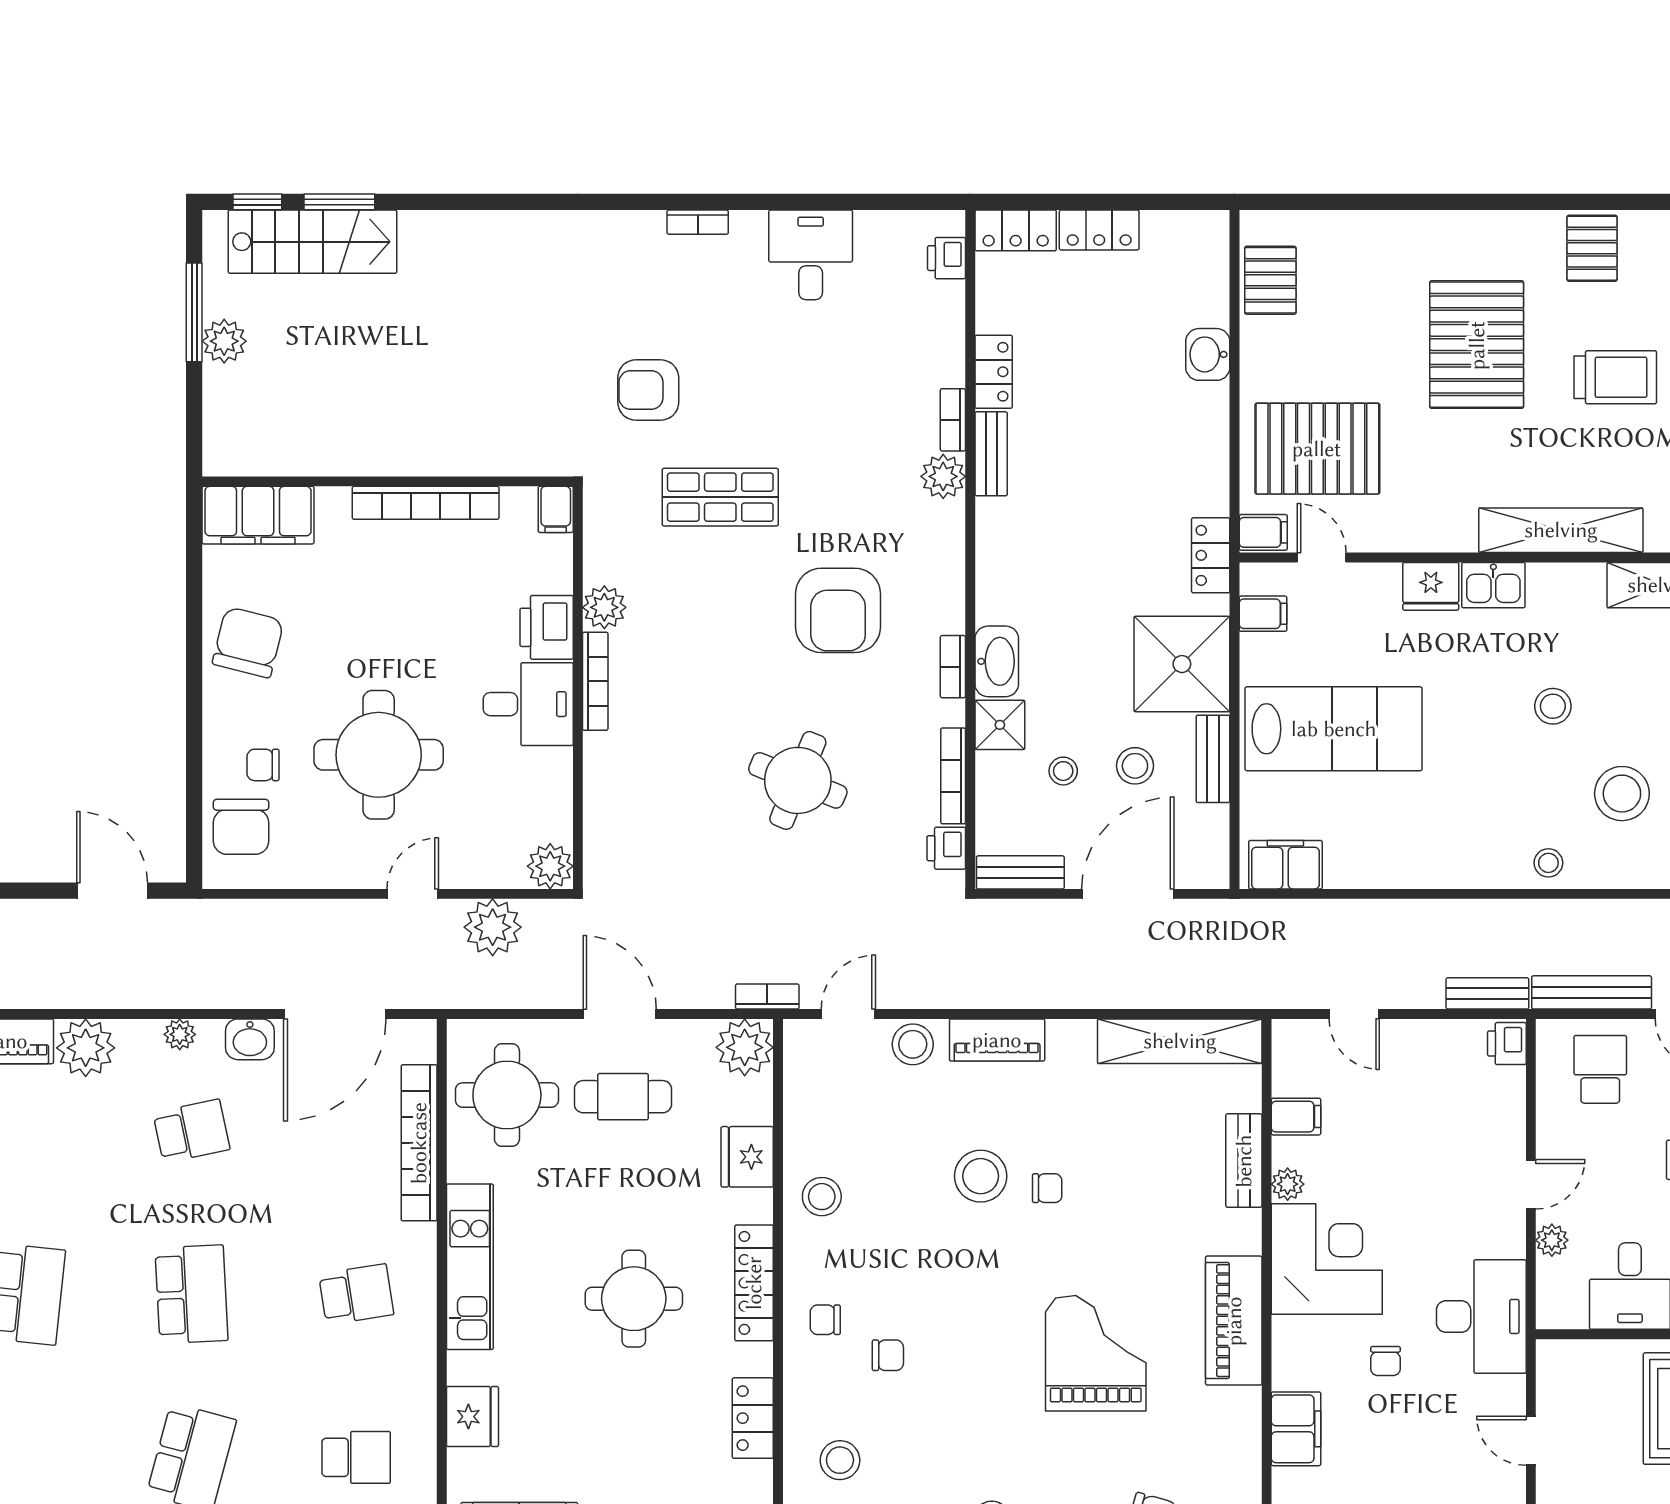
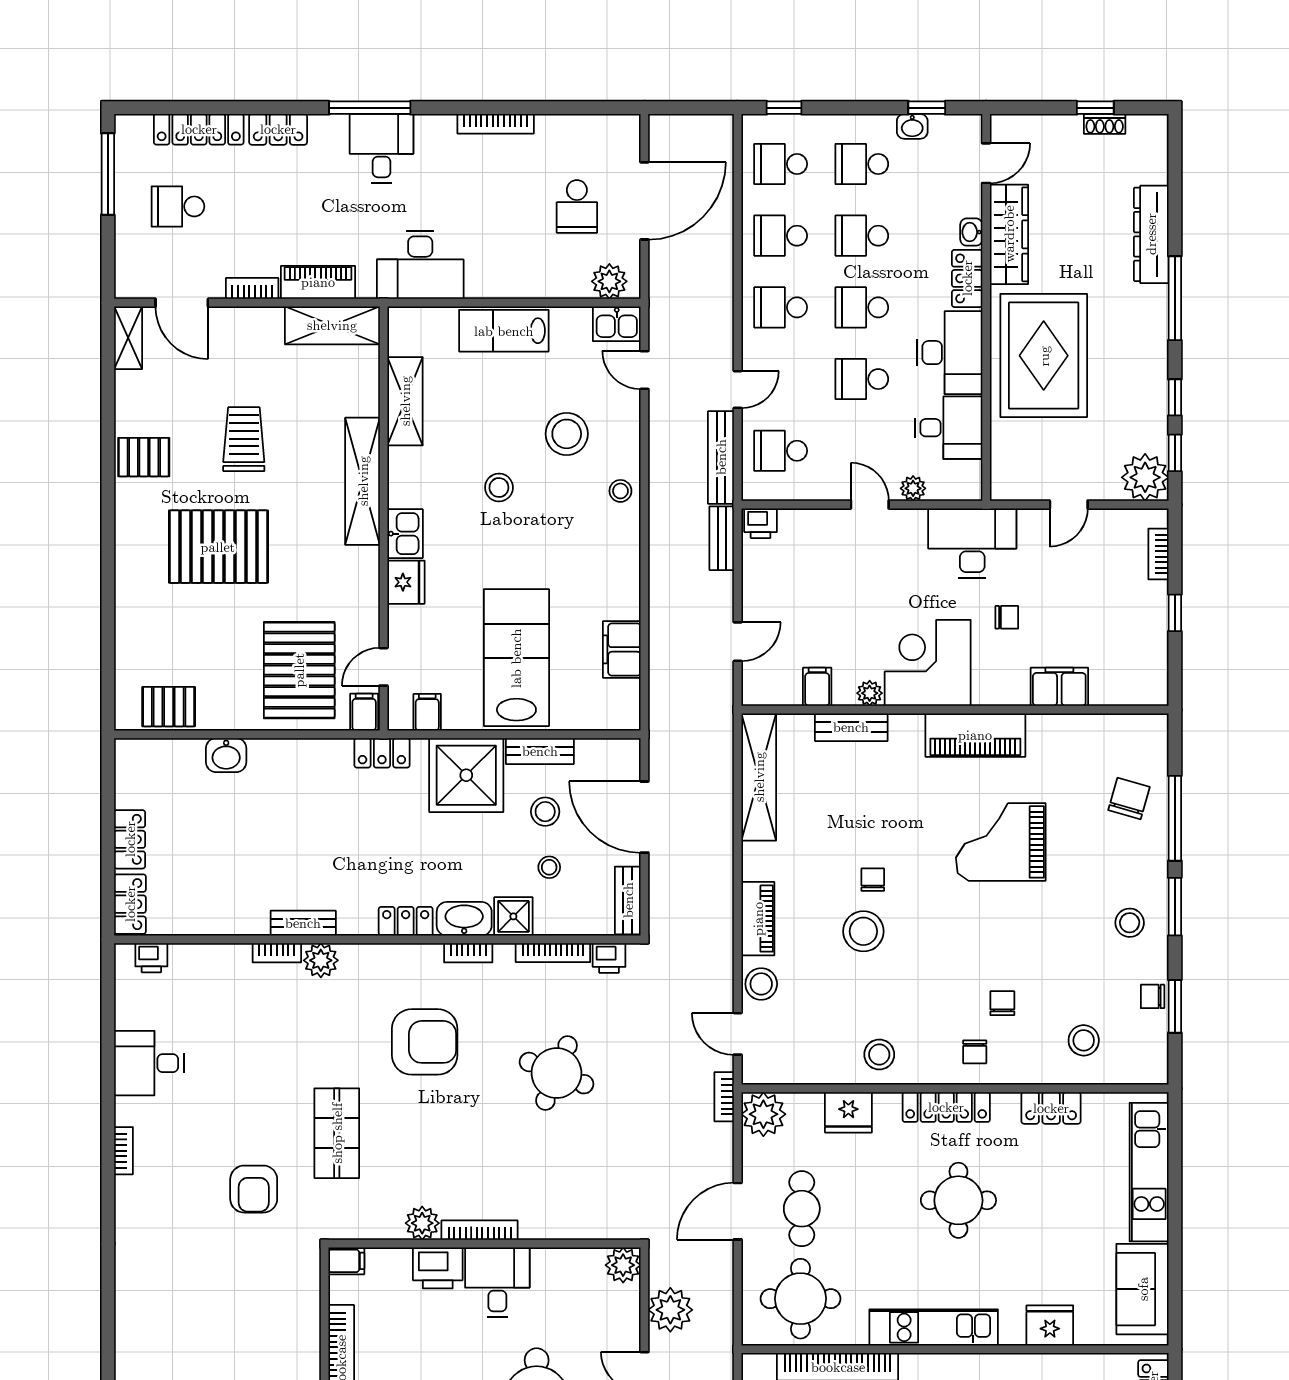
locker: (994, 372) -> (406, 921), moved
filing cabinet: (1285, 865) -> (622, 649), moved

